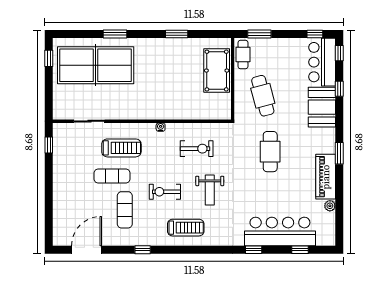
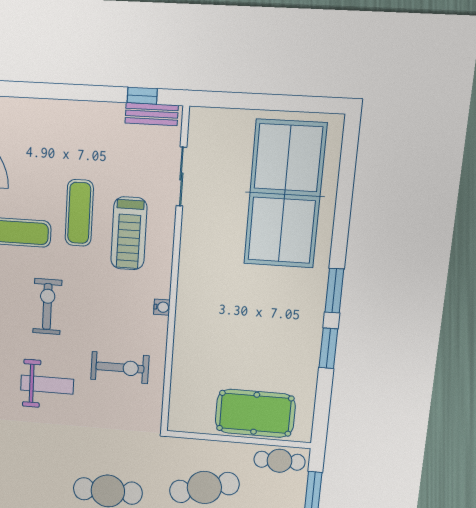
window: (115, 34) -> (334, 291), moved
window: (49, 58) -> (306, 104), removed
bench: (58, 139) -> (152, 114), added
exercise bike: (197, 149) -> (120, 368), turned -90
weight bench: (210, 190) -> (47, 385), turned 180

